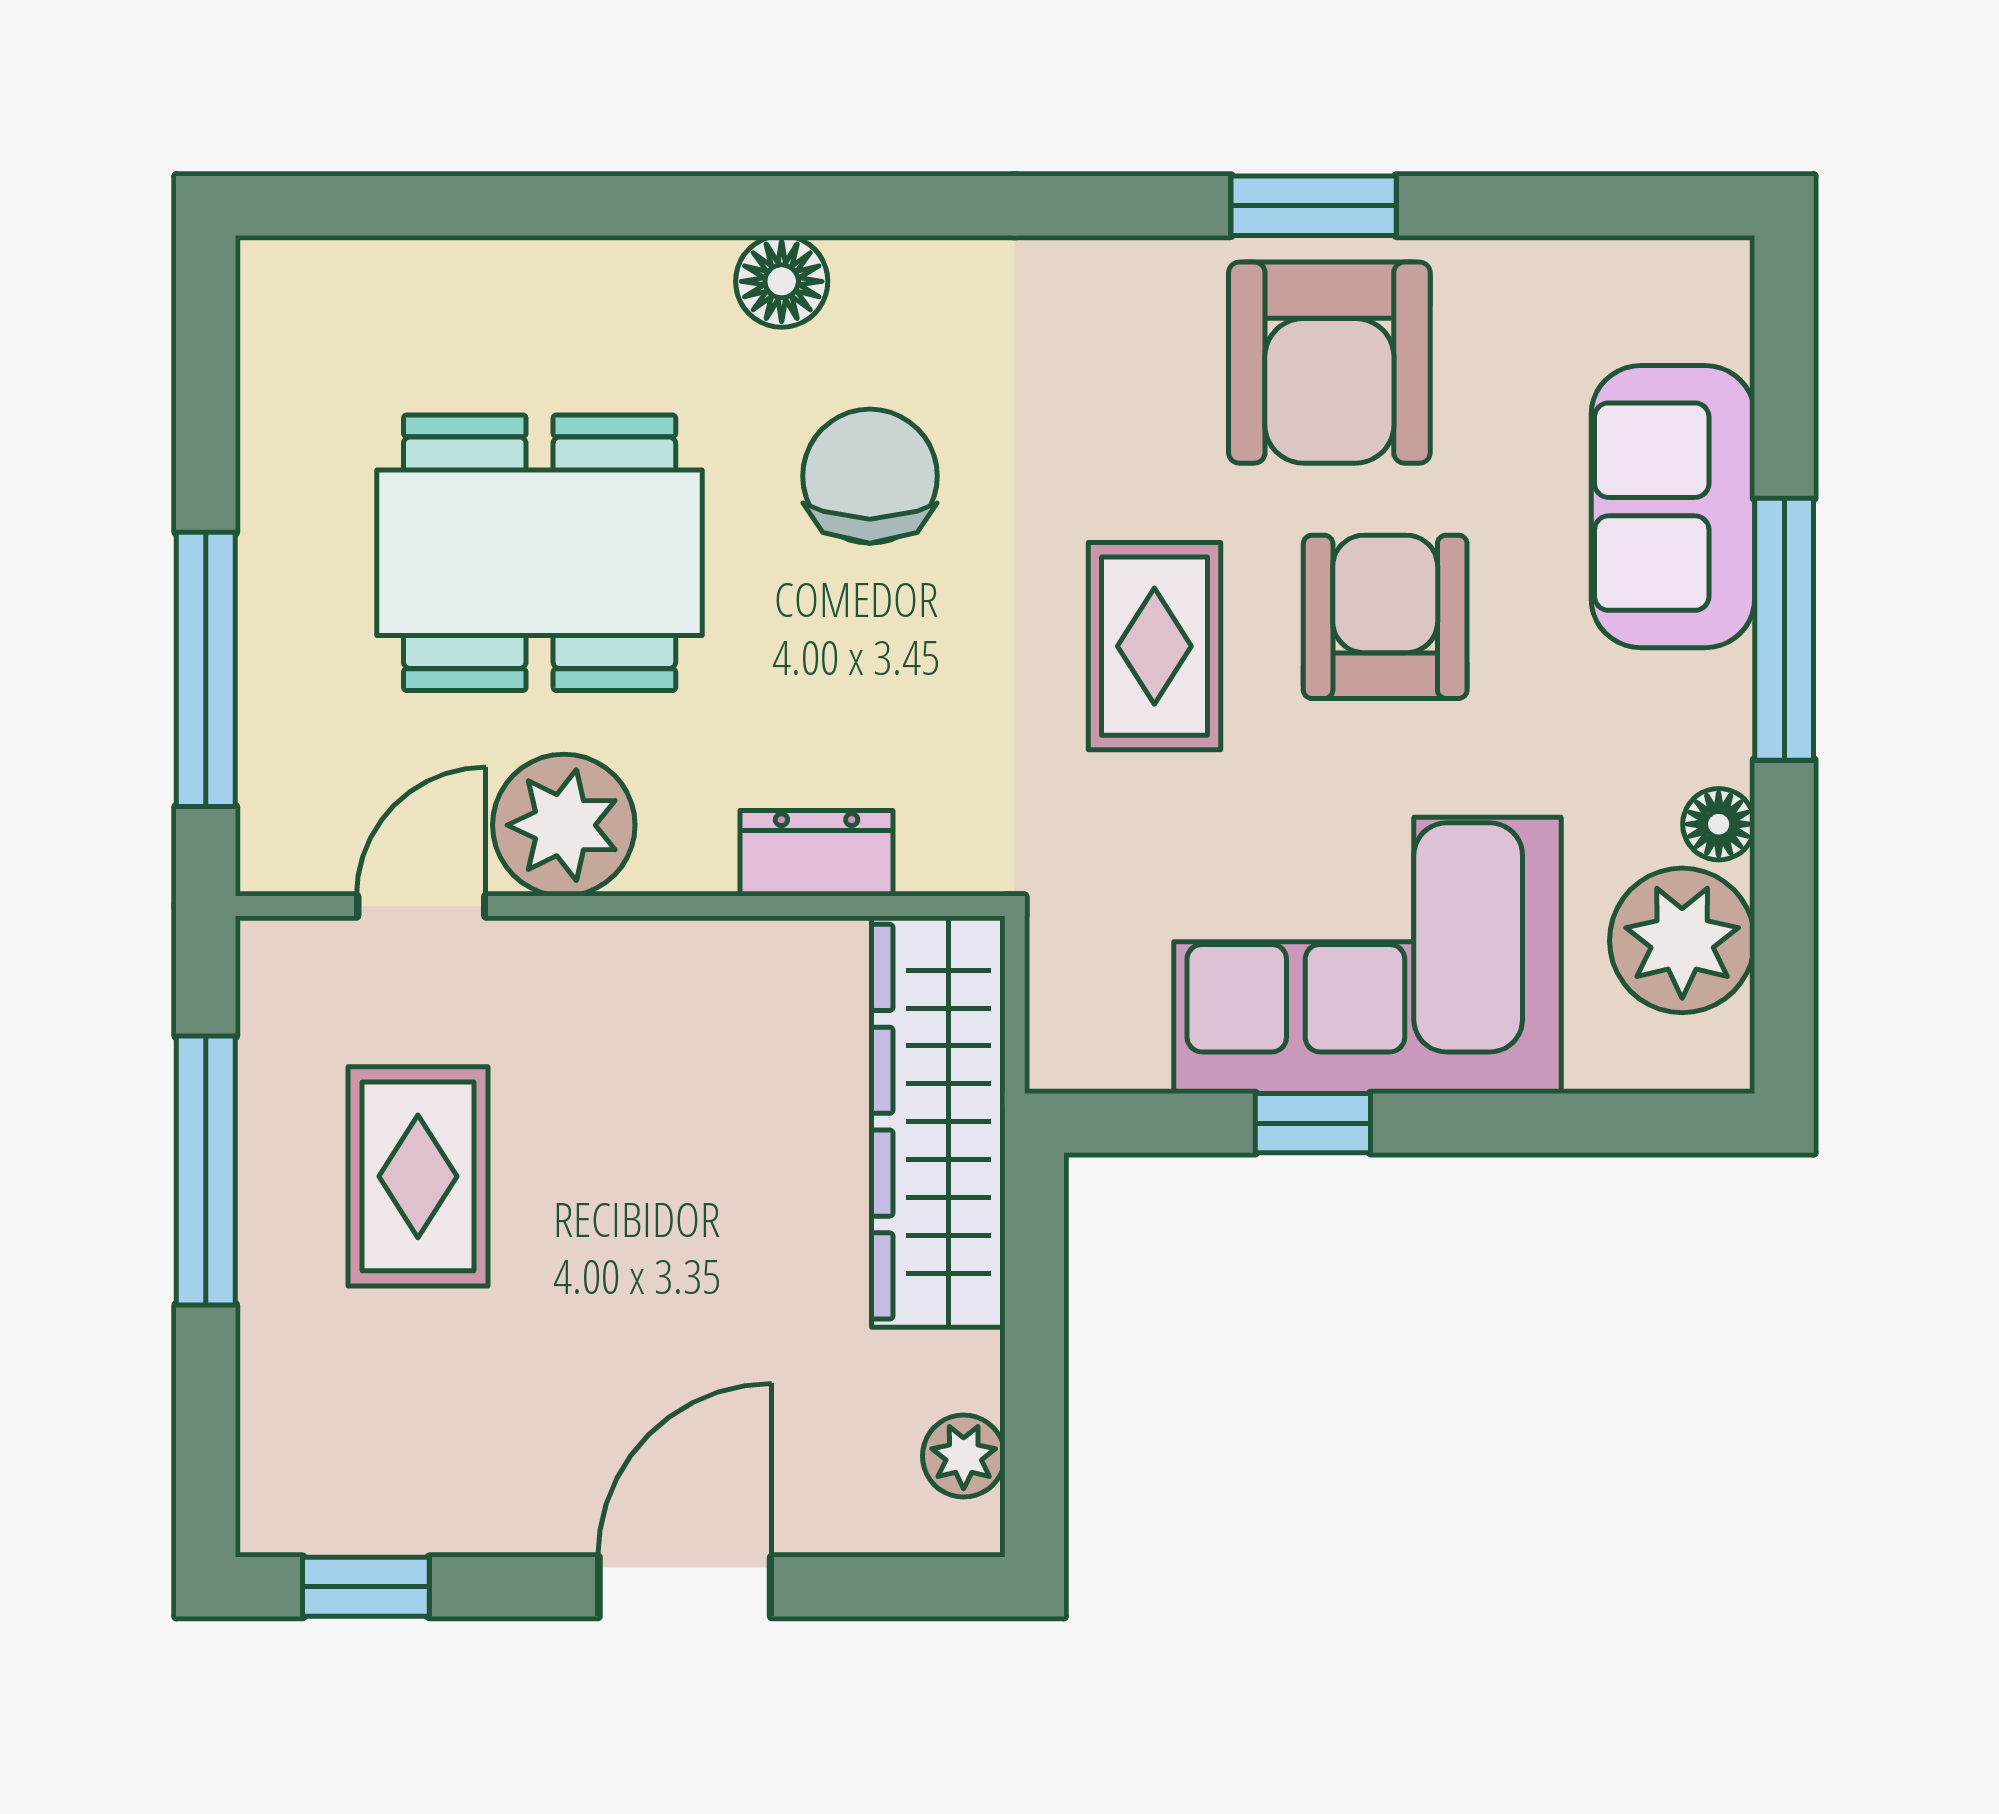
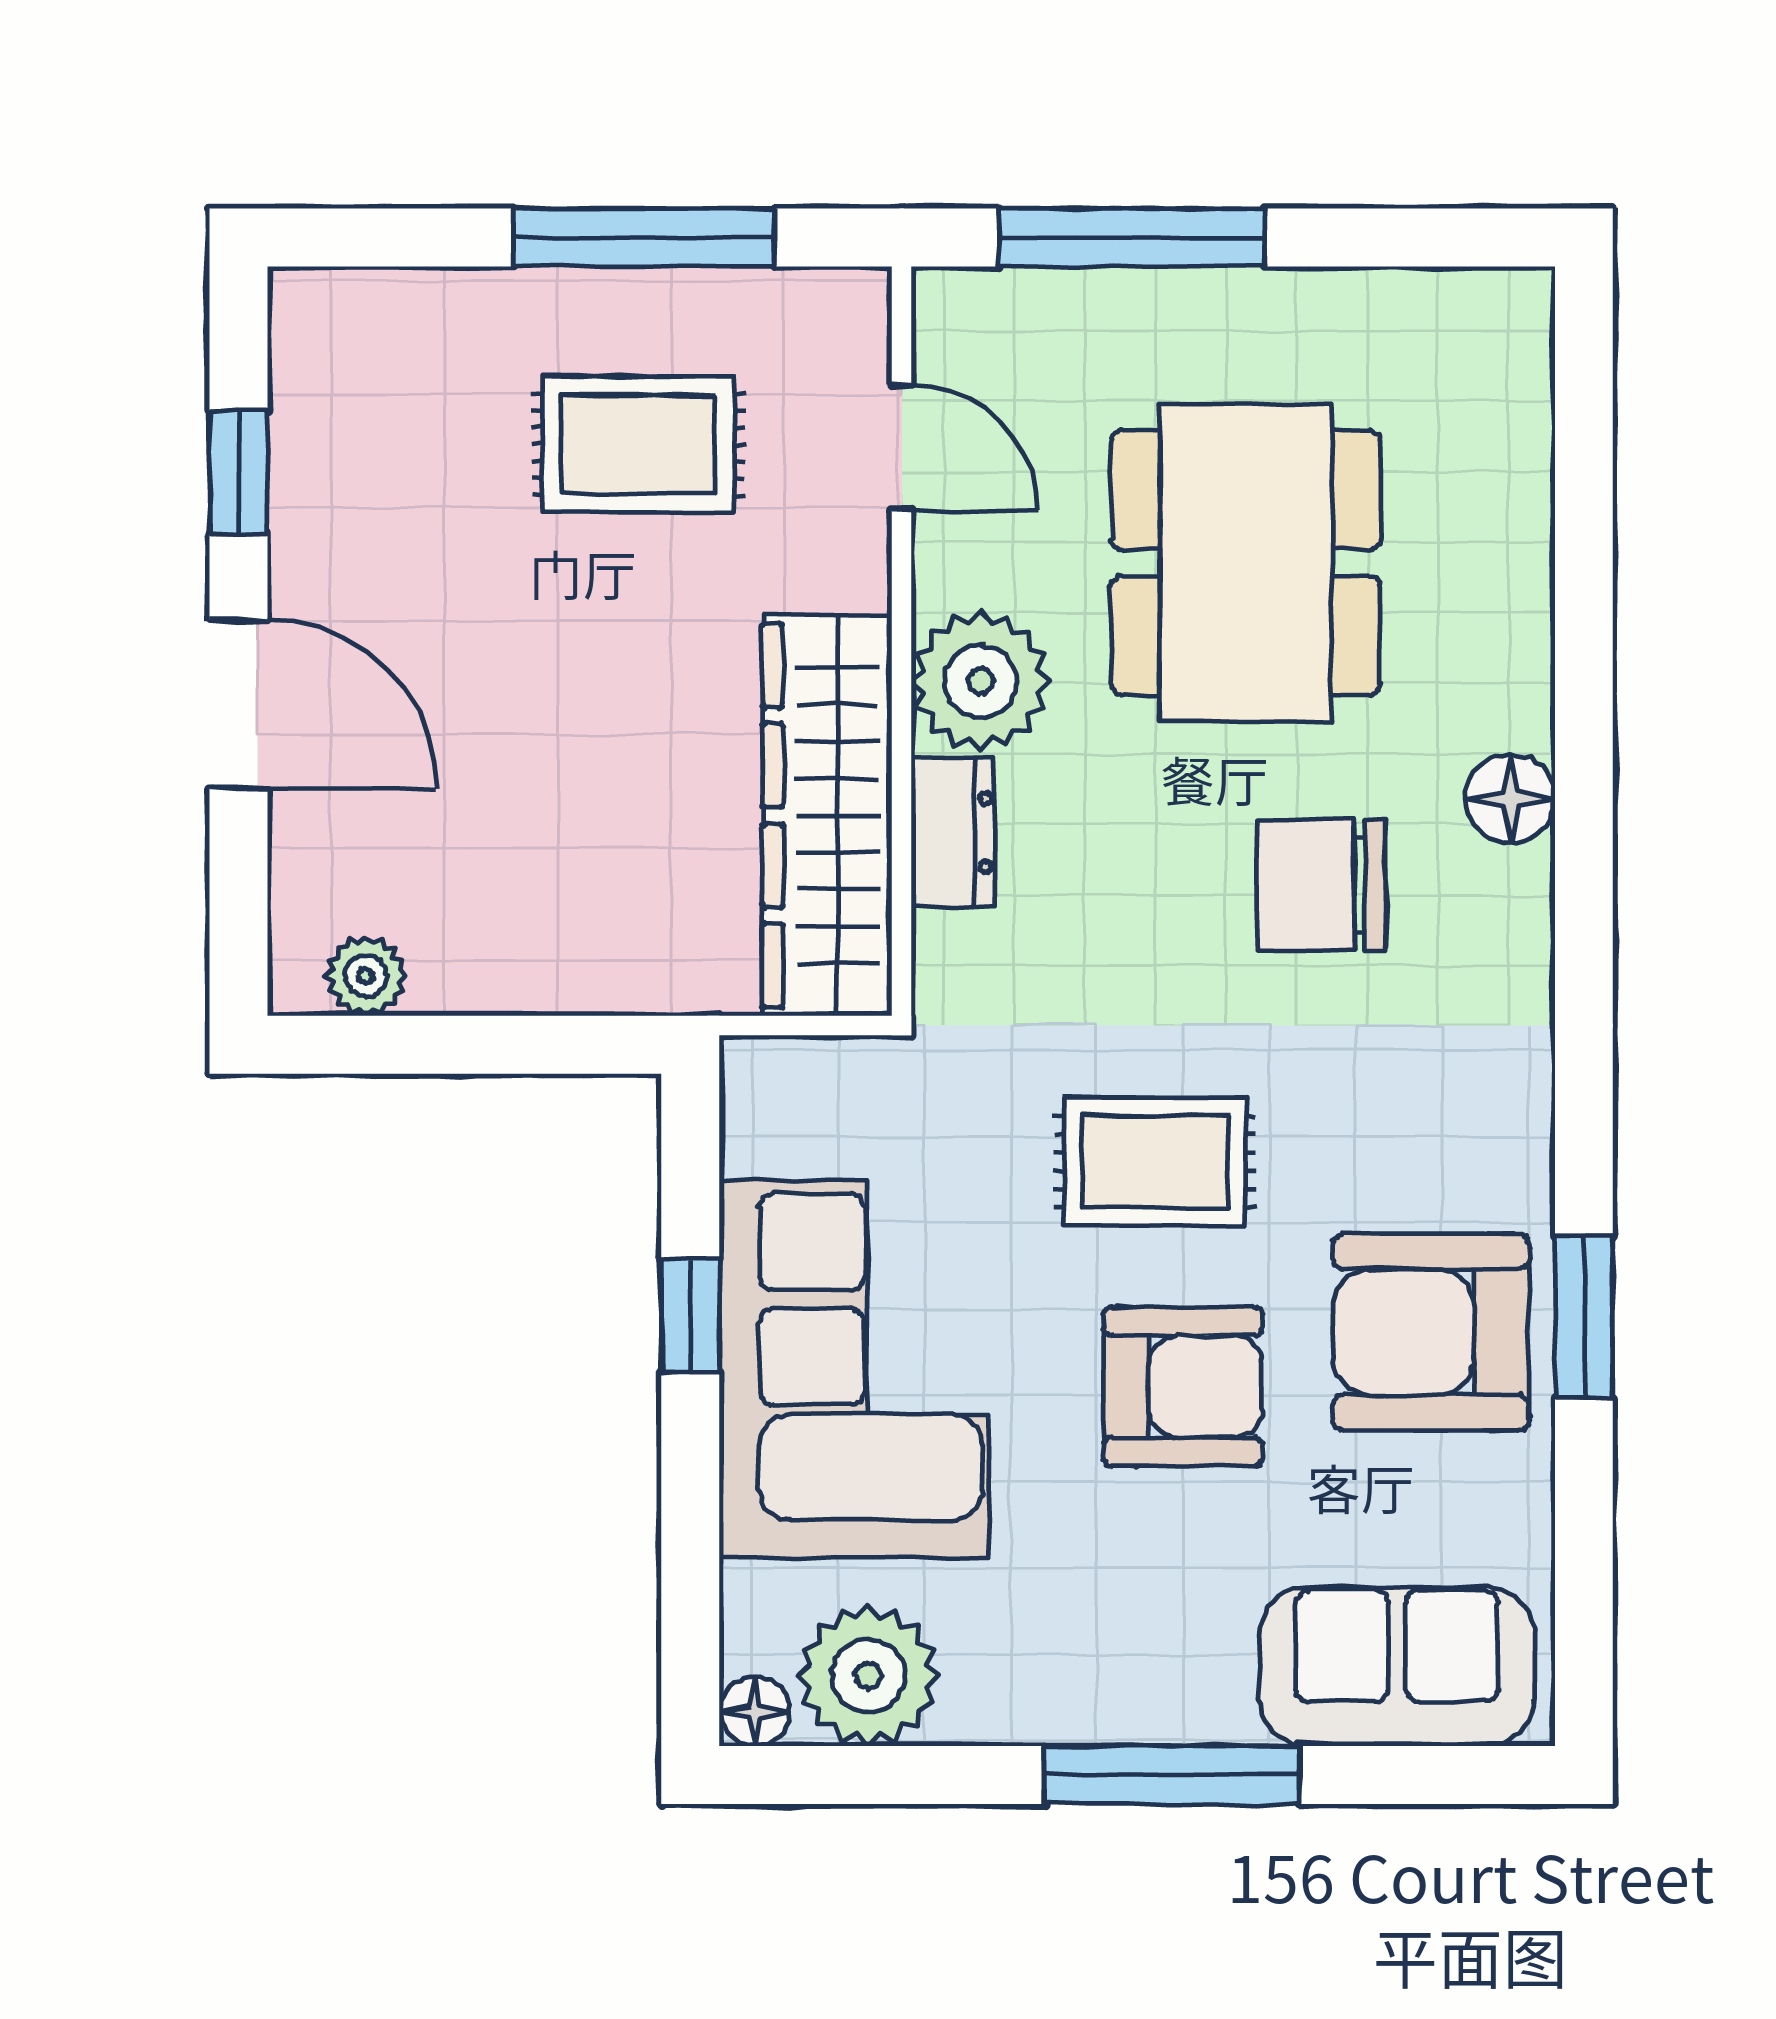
chair: (870, 476) -> (1320, 885), turned 180
sofa: (1673, 507) -> (1397, 1667), moved
floor lamp: (1719, 824) -> (755, 1711), moved
plant: (564, 825) -> (980, 681), moved
wardrobe: (938, 1122) -> (827, 816), moved, turned -90
window: (366, 1587) -> (239, 472), moved

